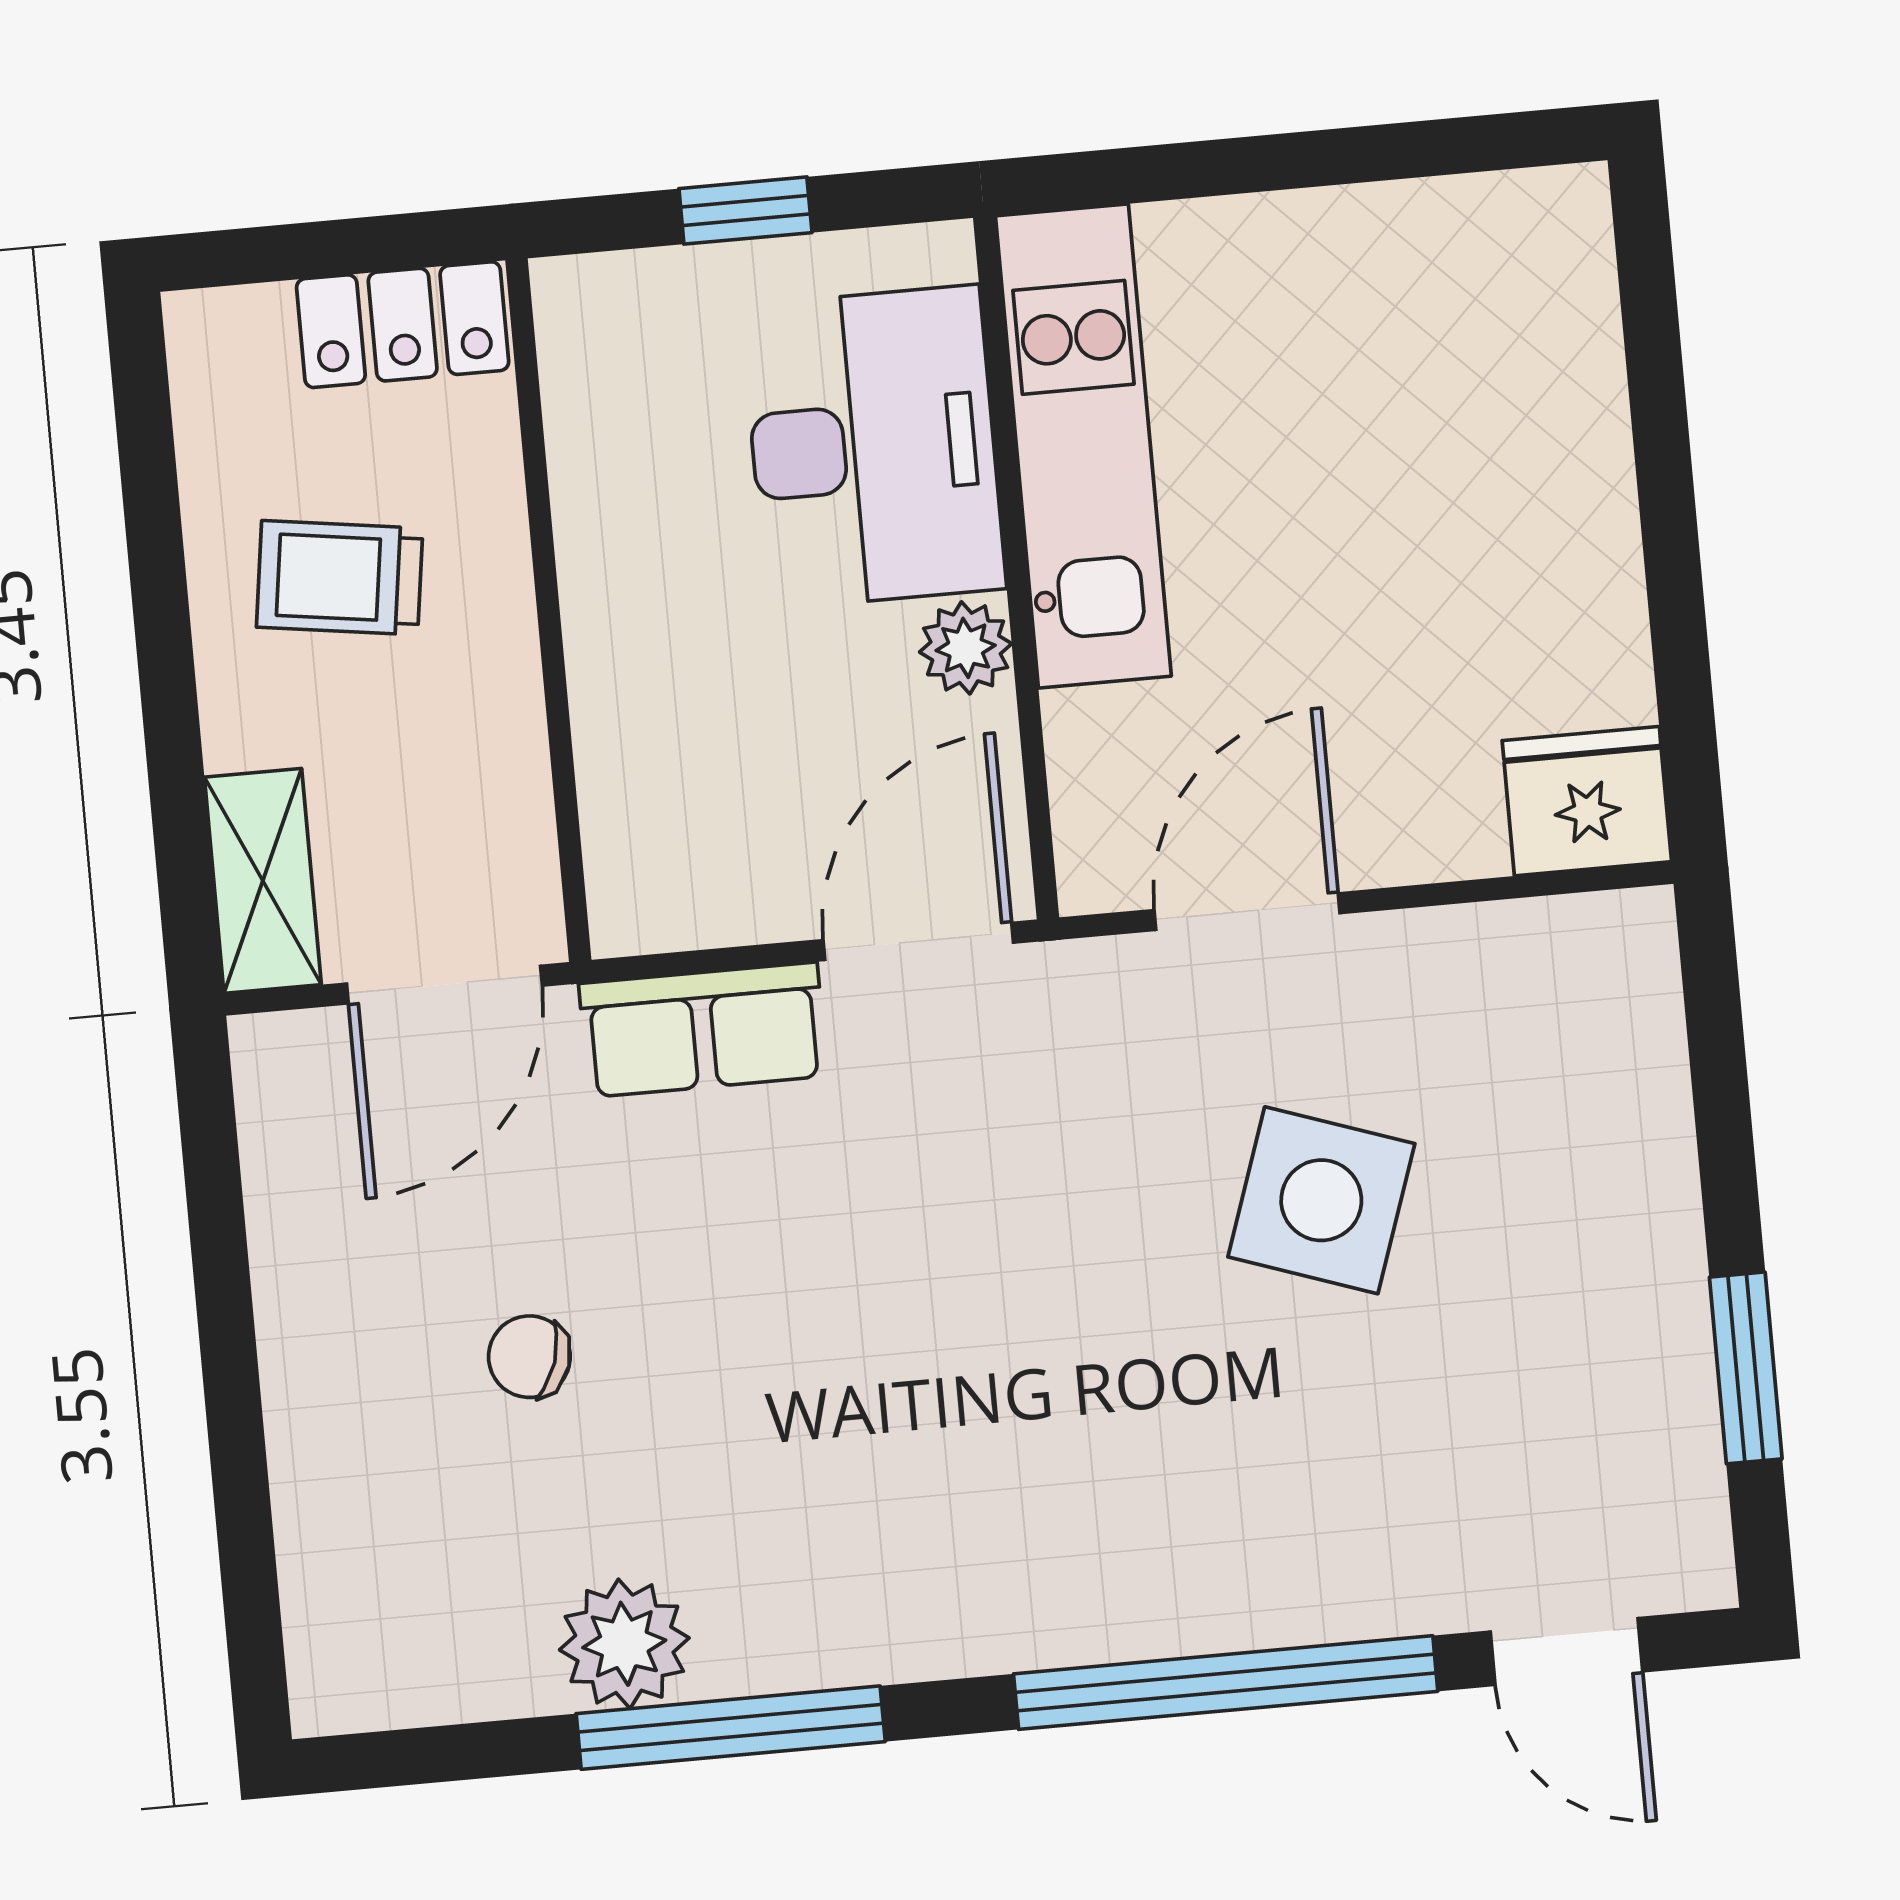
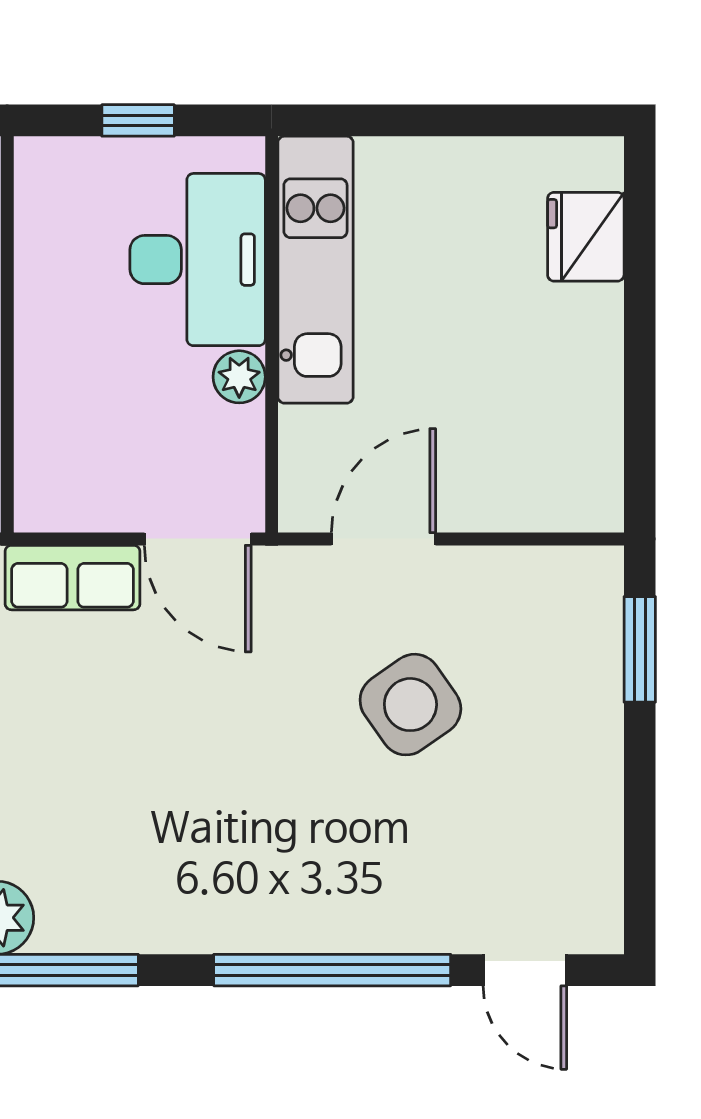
fridge: (1587, 801) -> (586, 237), moved, turned -90
door: (918, 941) -> (198, 539), swing flipped
side table: (1321, 1200) -> (410, 705), turned 36
window: (1746, 1368) -> (640, 649), moved

